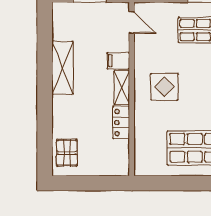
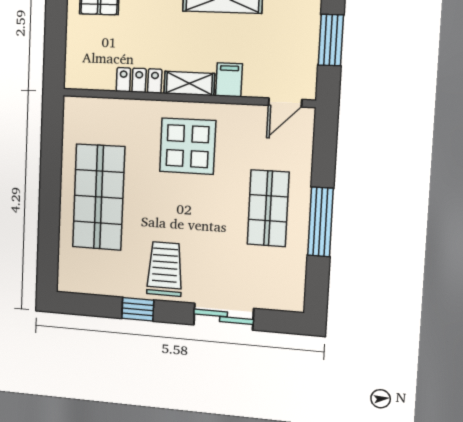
display table: (164, 87) -> (188, 146), width x1.36, depth x1.36

